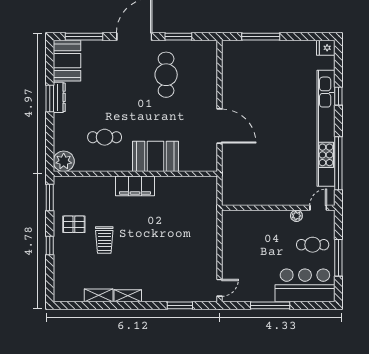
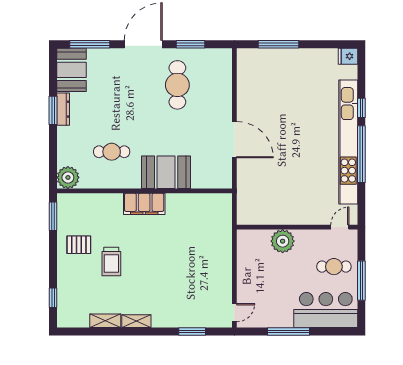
window: (338, 163) -> (361, 154), moved
plant: (296, 216) -> (283, 241), moved, width x1.87, depth x1.87
window: (50, 245) -> (53, 298), moved

